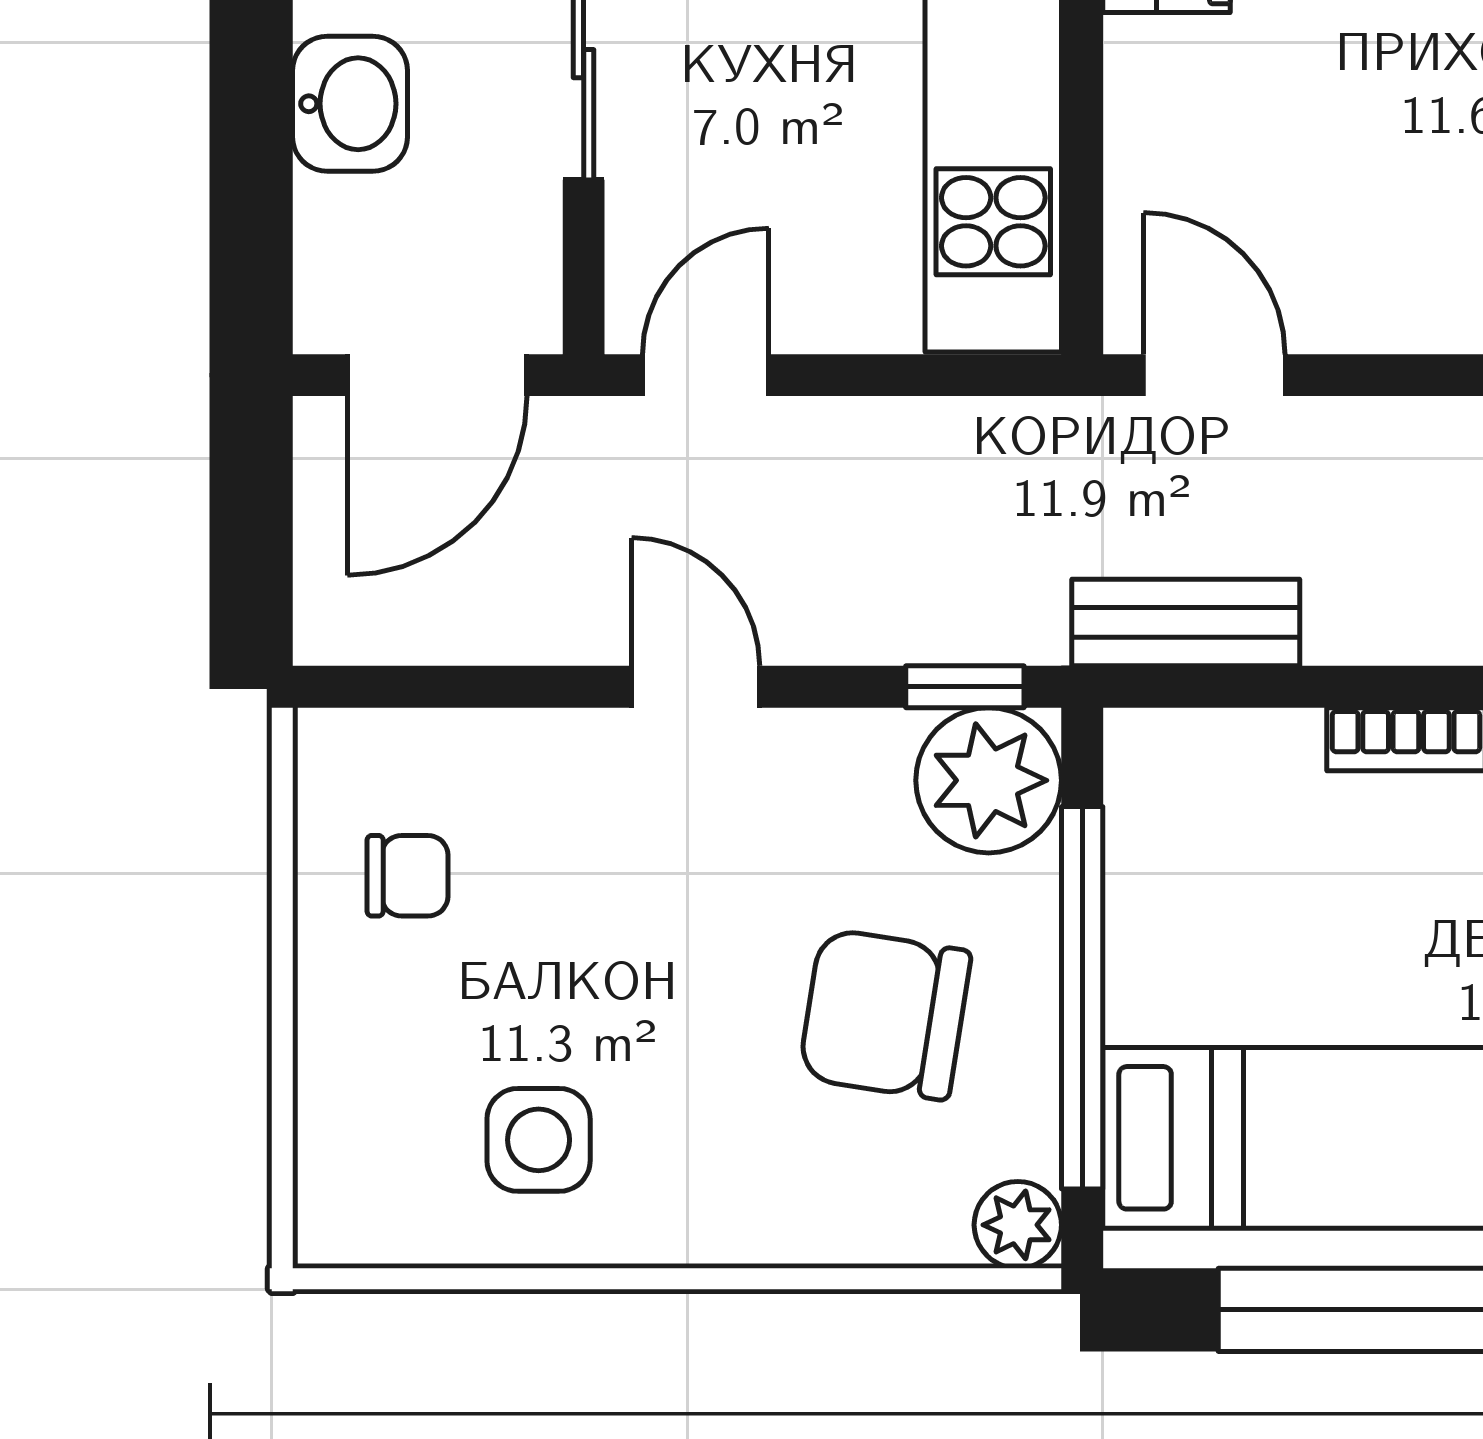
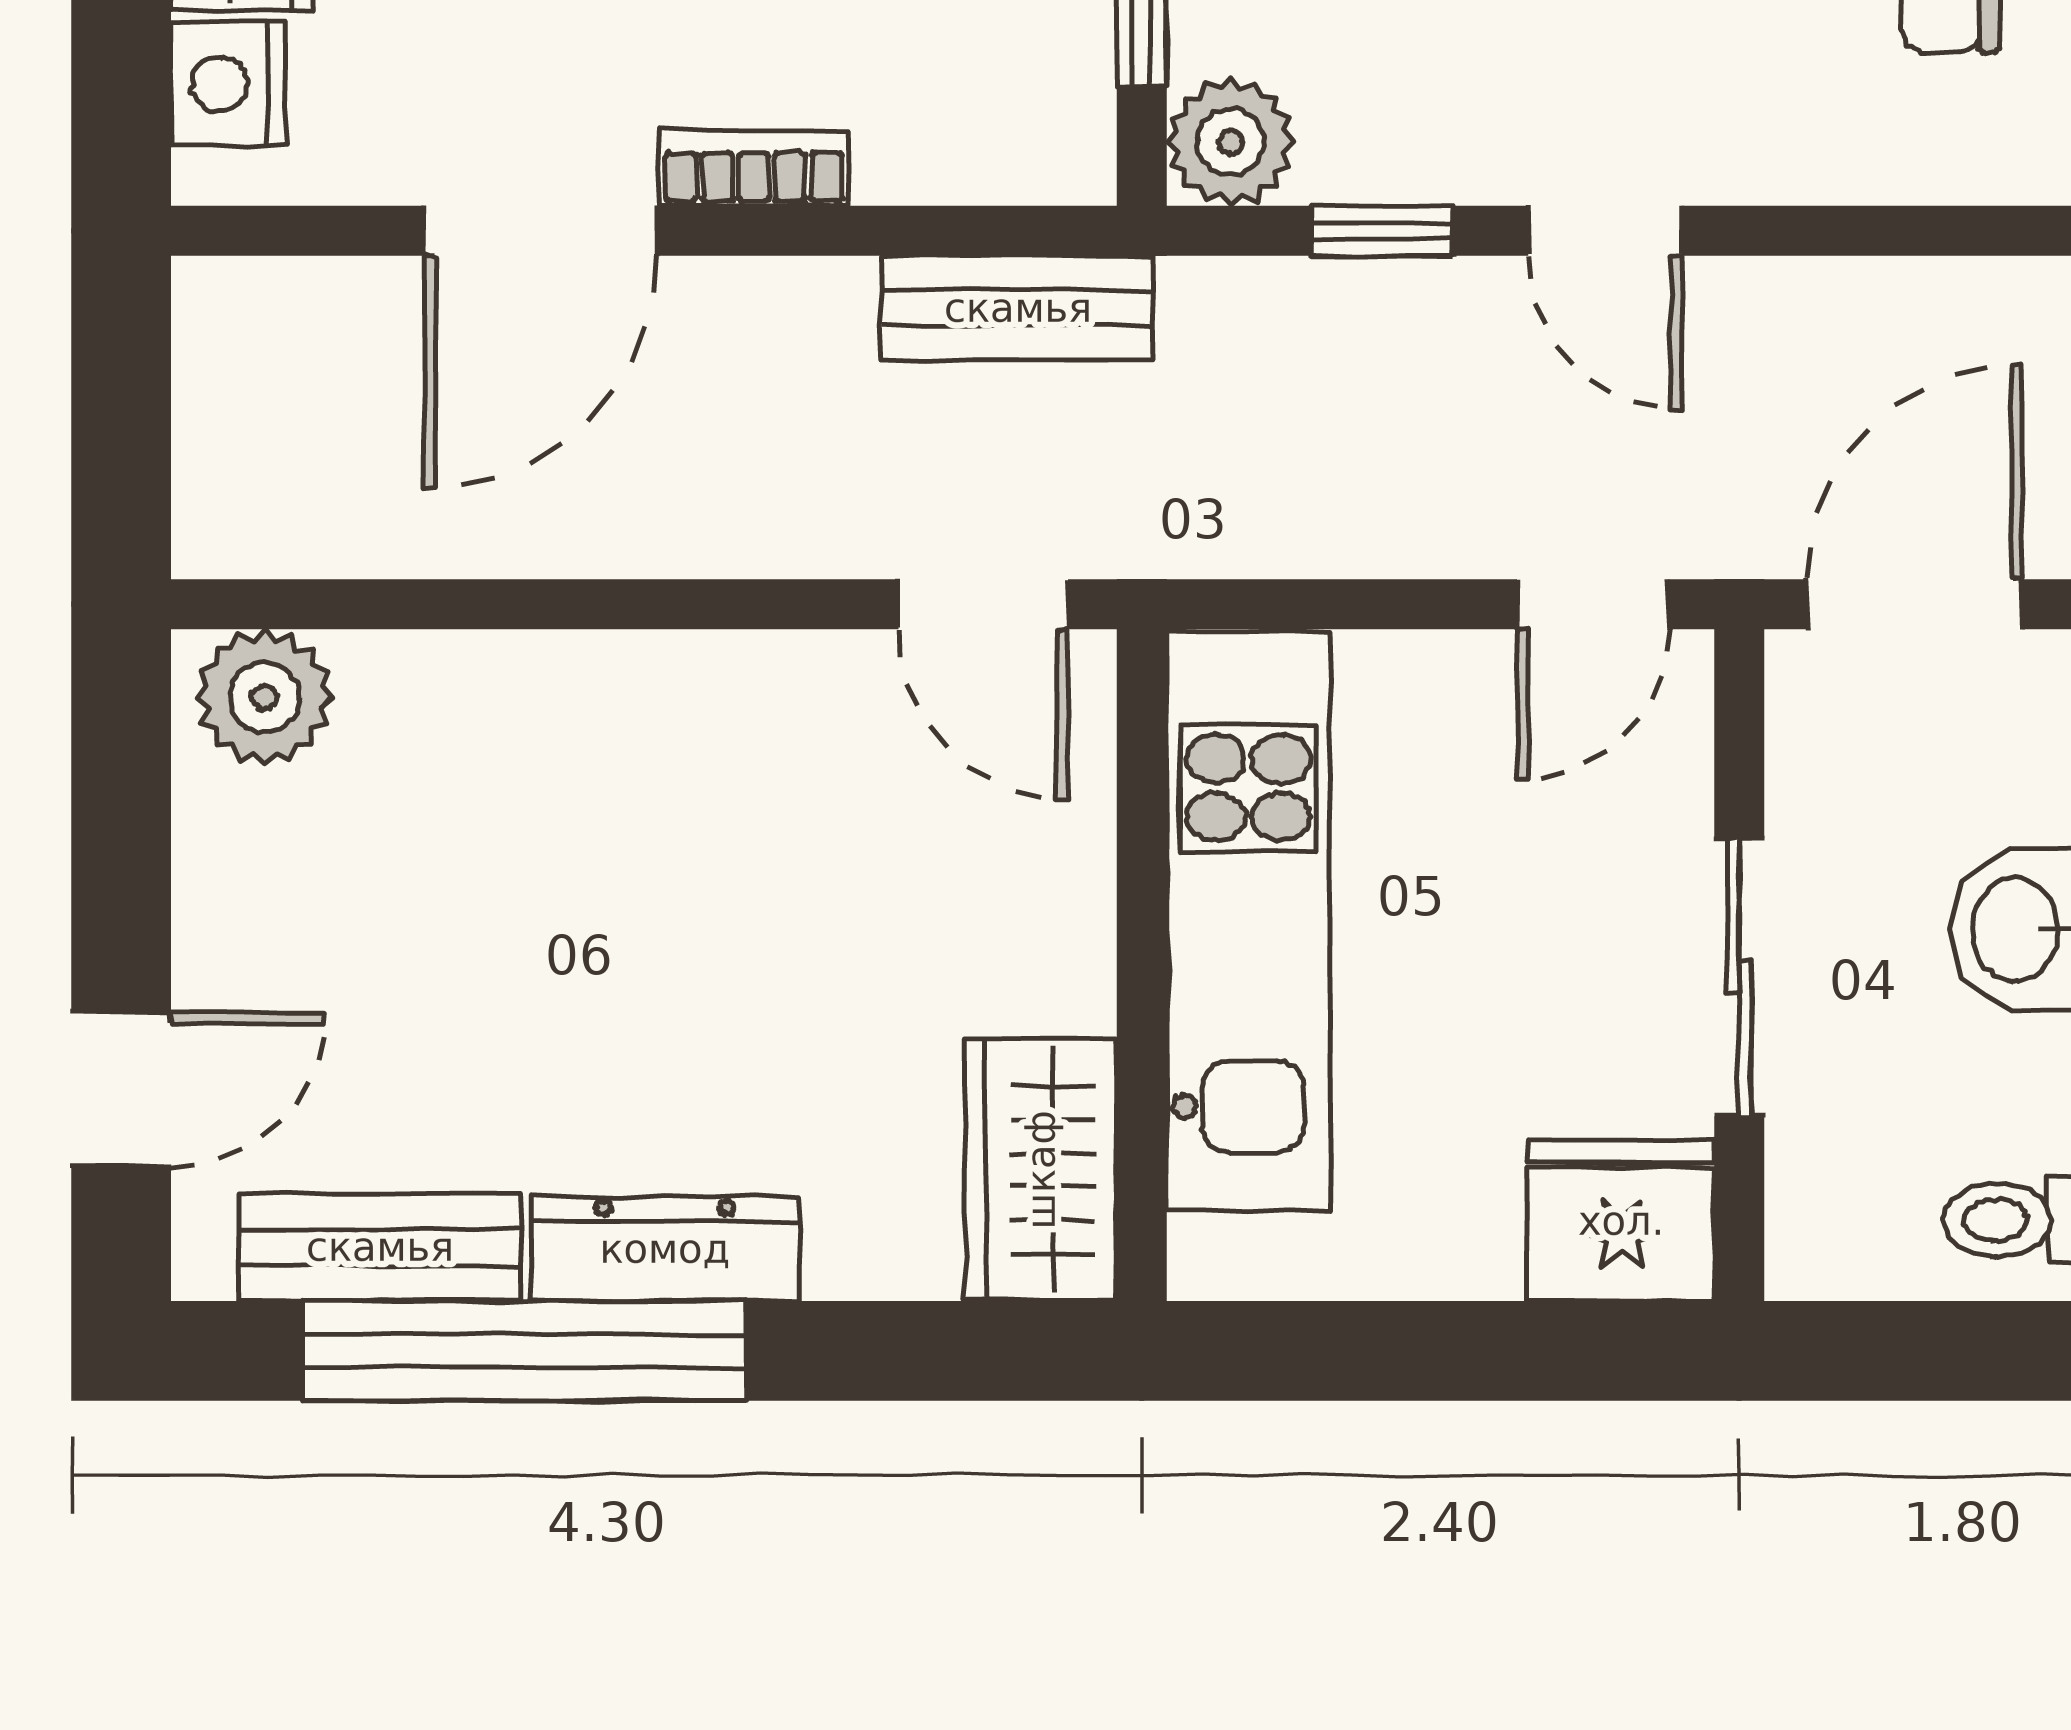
window: (965, 687) -> (1383, 231), moved
plant: (989, 780) -> (1231, 142), width x0.73, depth x0.73

